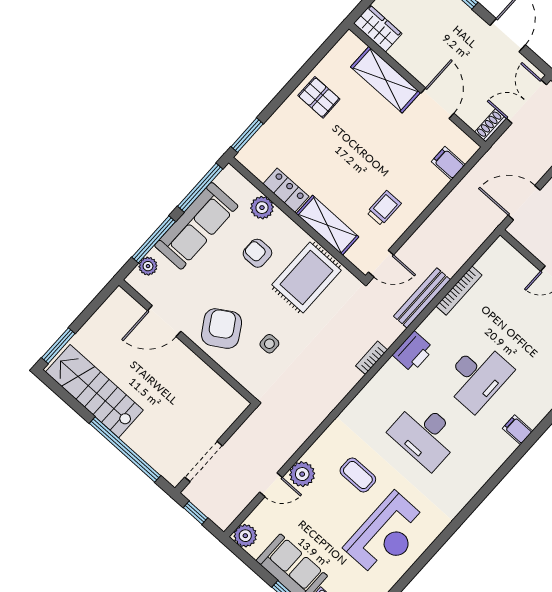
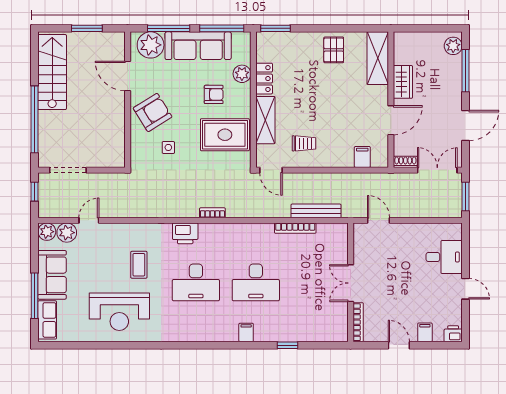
wardrobe: (378, 29) -> (403, 82), moved
shelving: (386, 80) -> (378, 58), moved
door: (524, 203) -> (379, 220), width x0.73
armchair: (257, 253) -> (214, 94), turned 90
plant: (148, 266) -> (151, 45), width x1.88, depth x1.88
bench: (422, 298) -> (316, 211), moved
window: (58, 346) -> (87, 28), moved
printer: (413, 352) -> (185, 233), moved
desk: (425, 435) -> (196, 282), turned -90
plant: (302, 474) -> (67, 233), moved
door: (271, 485) -> (89, 220), swing flipped

